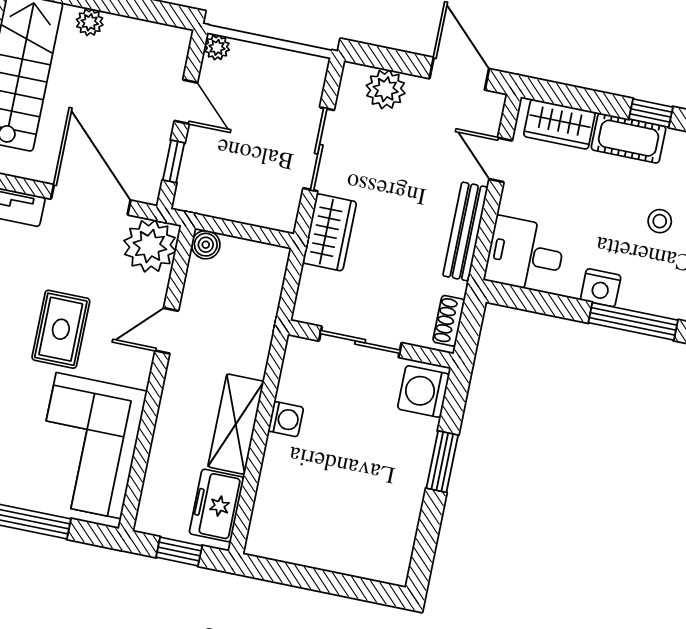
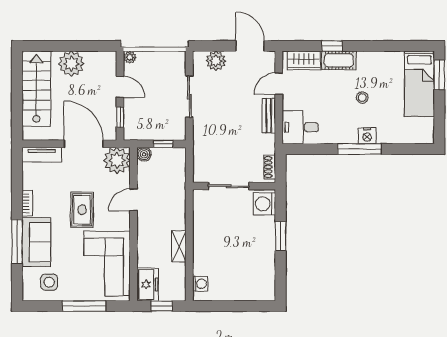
plant: (90, 22) -> (71, 64), width x1.88, depth x1.88
window: (651, 113) -> (332, 46), moved
door: (501, 160) -> (279, 84), hinge flipped
window: (248, 232) -> (163, 144), added
wardrobe: (330, 232) -> (203, 136), removed
bench: (465, 232) -> (269, 116), width x0.73
nightstand: (601, 288) -> (367, 136), moved
washing machine: (286, 419) -> (200, 284), moved
shelving: (236, 424) -> (179, 246), width x0.67, depth x0.75
freezer: (217, 505) -> (148, 285), moved, turned 180

